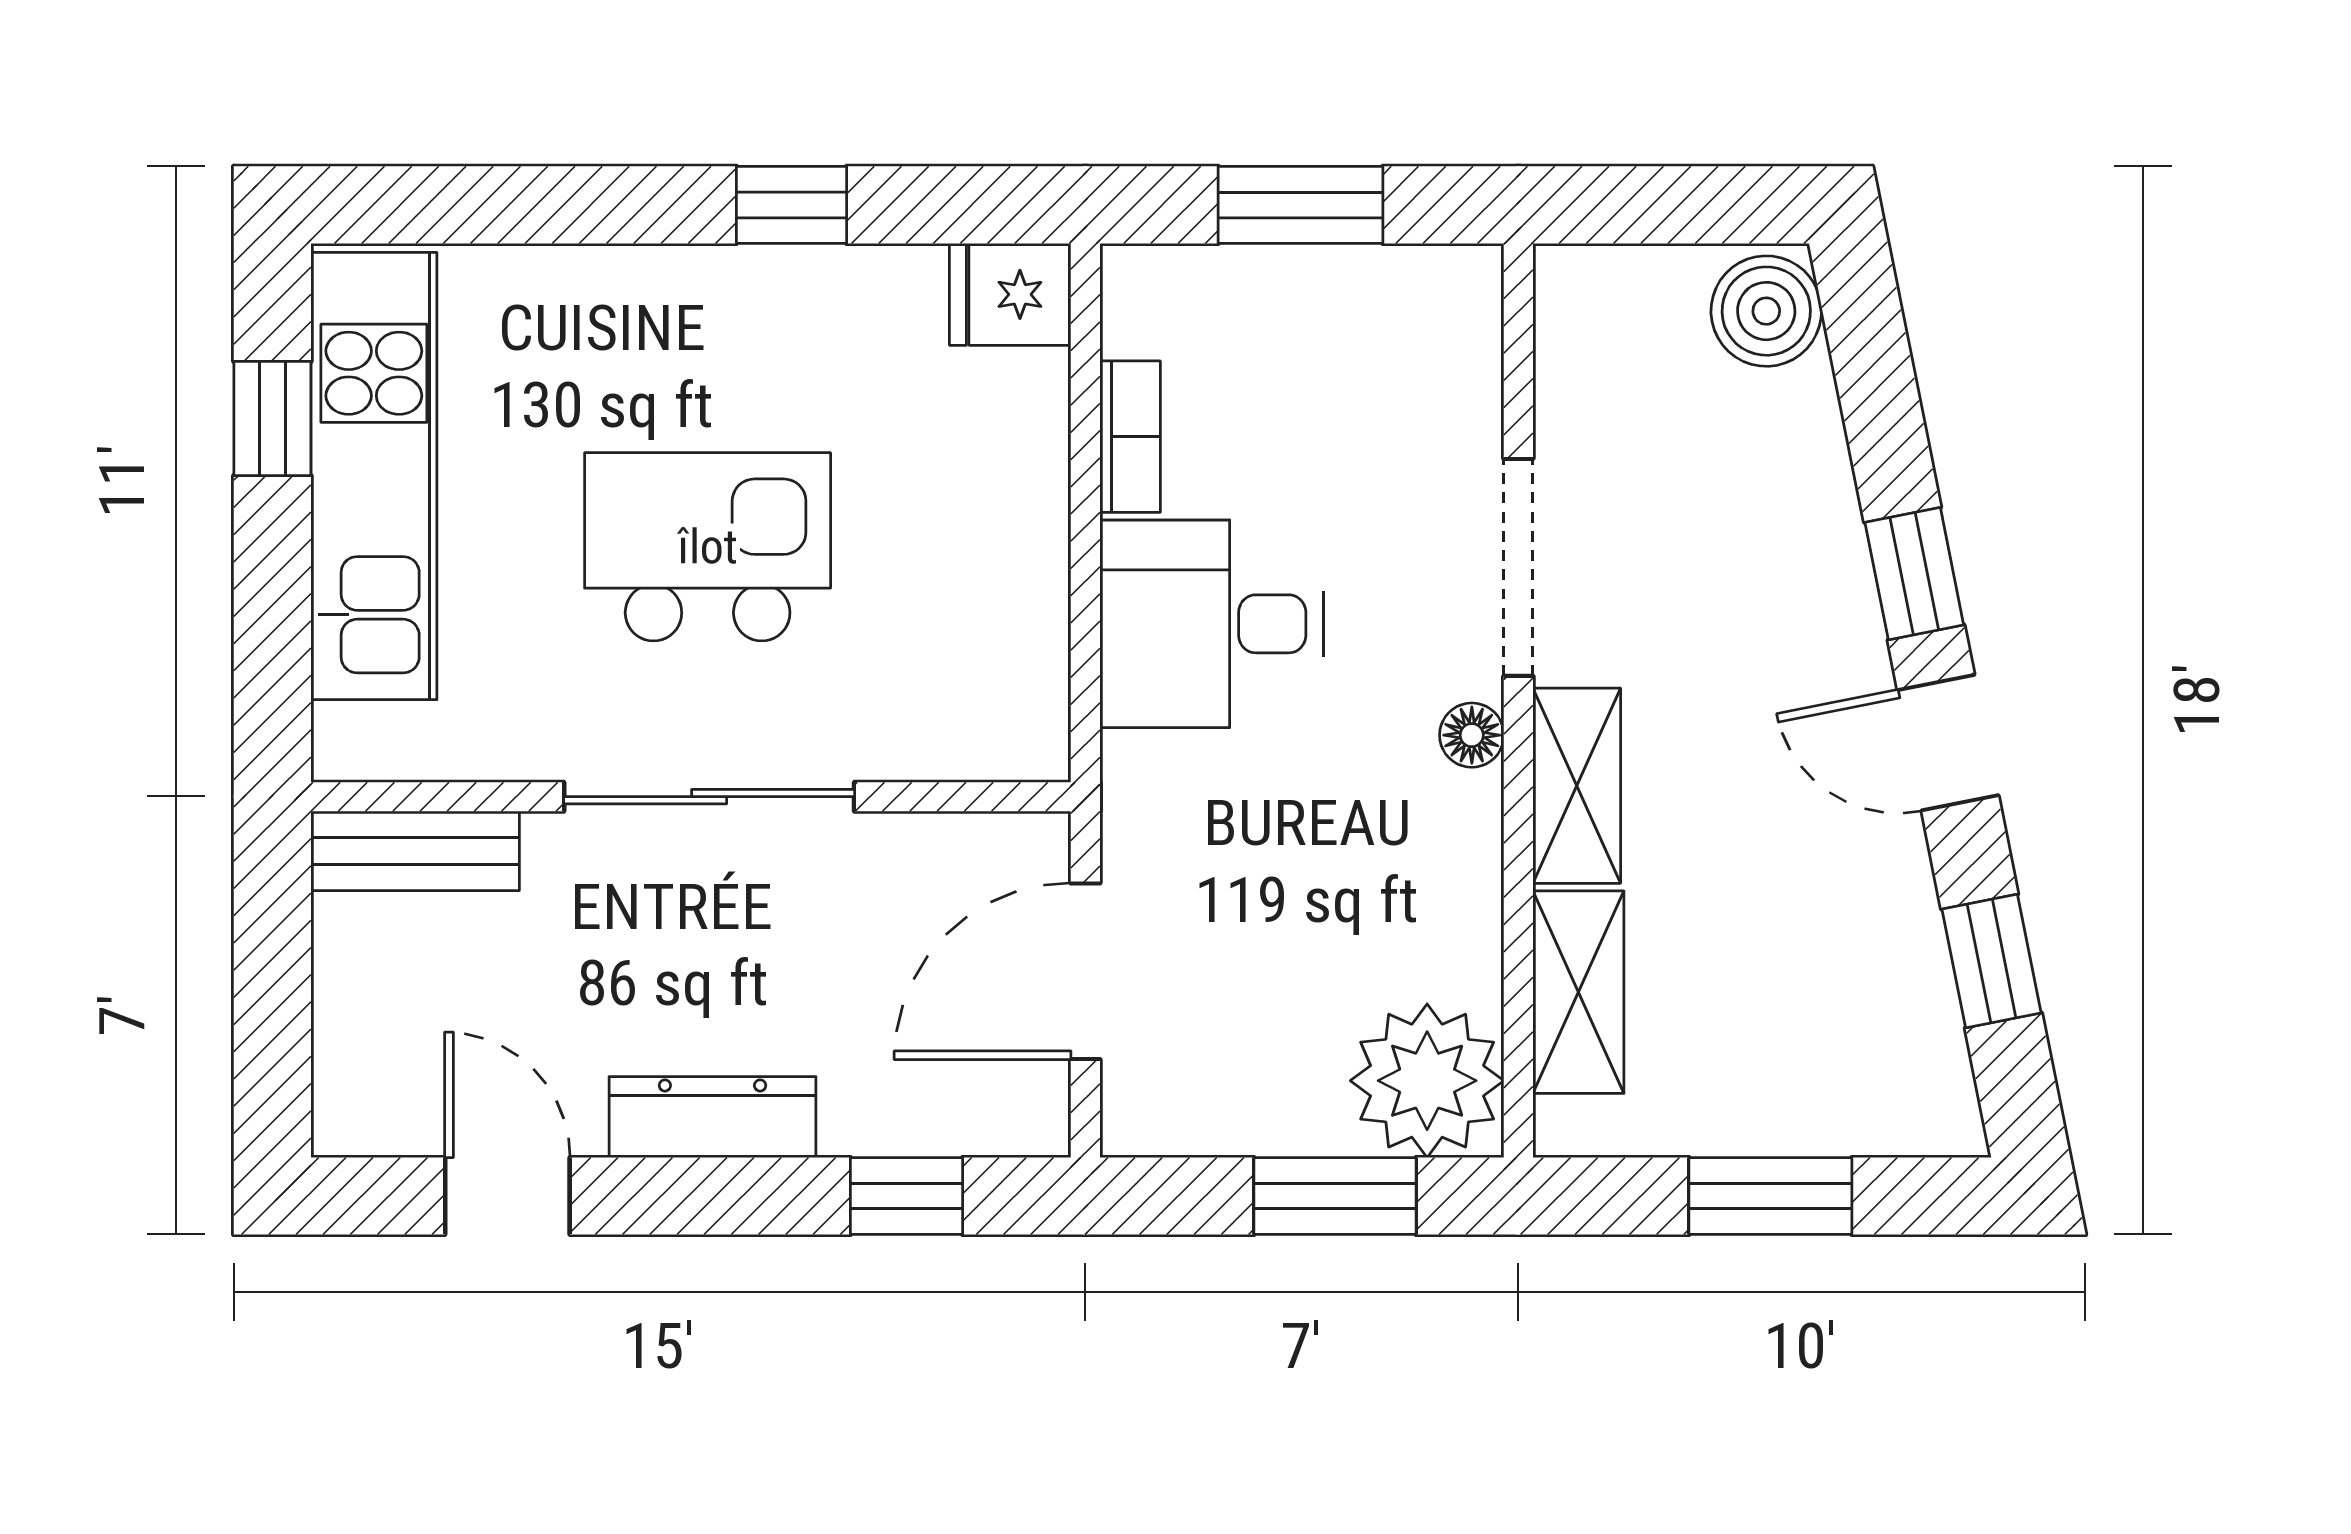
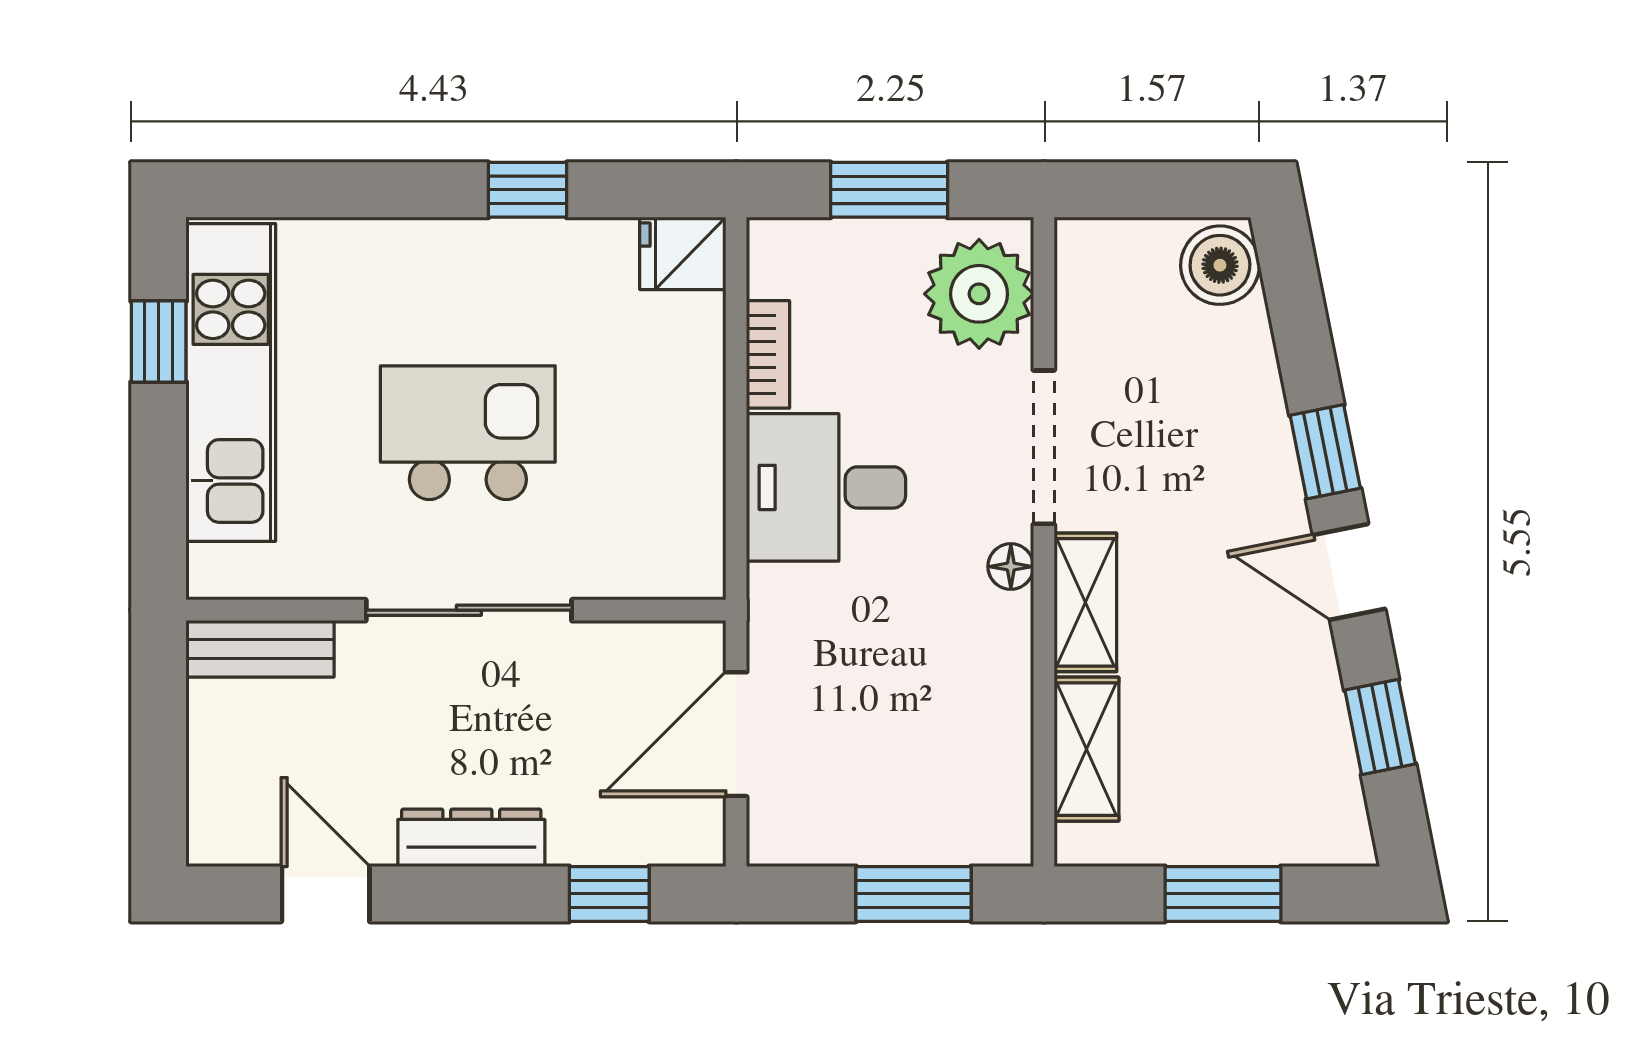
plant: (1427, 1081) -> (979, 294), moved

